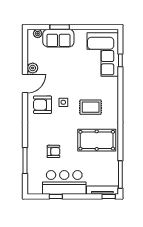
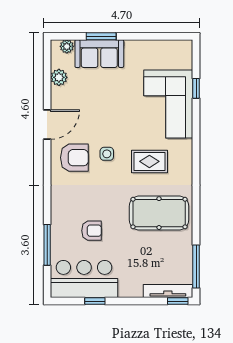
corner sofa: (103, 55) -> (168, 104), moved
plant: (33, 68) -> (59, 77), moved
armchair: (42, 105) -> (74, 158), turned 180
bar counter: (64, 182) -> (84, 279), moved

